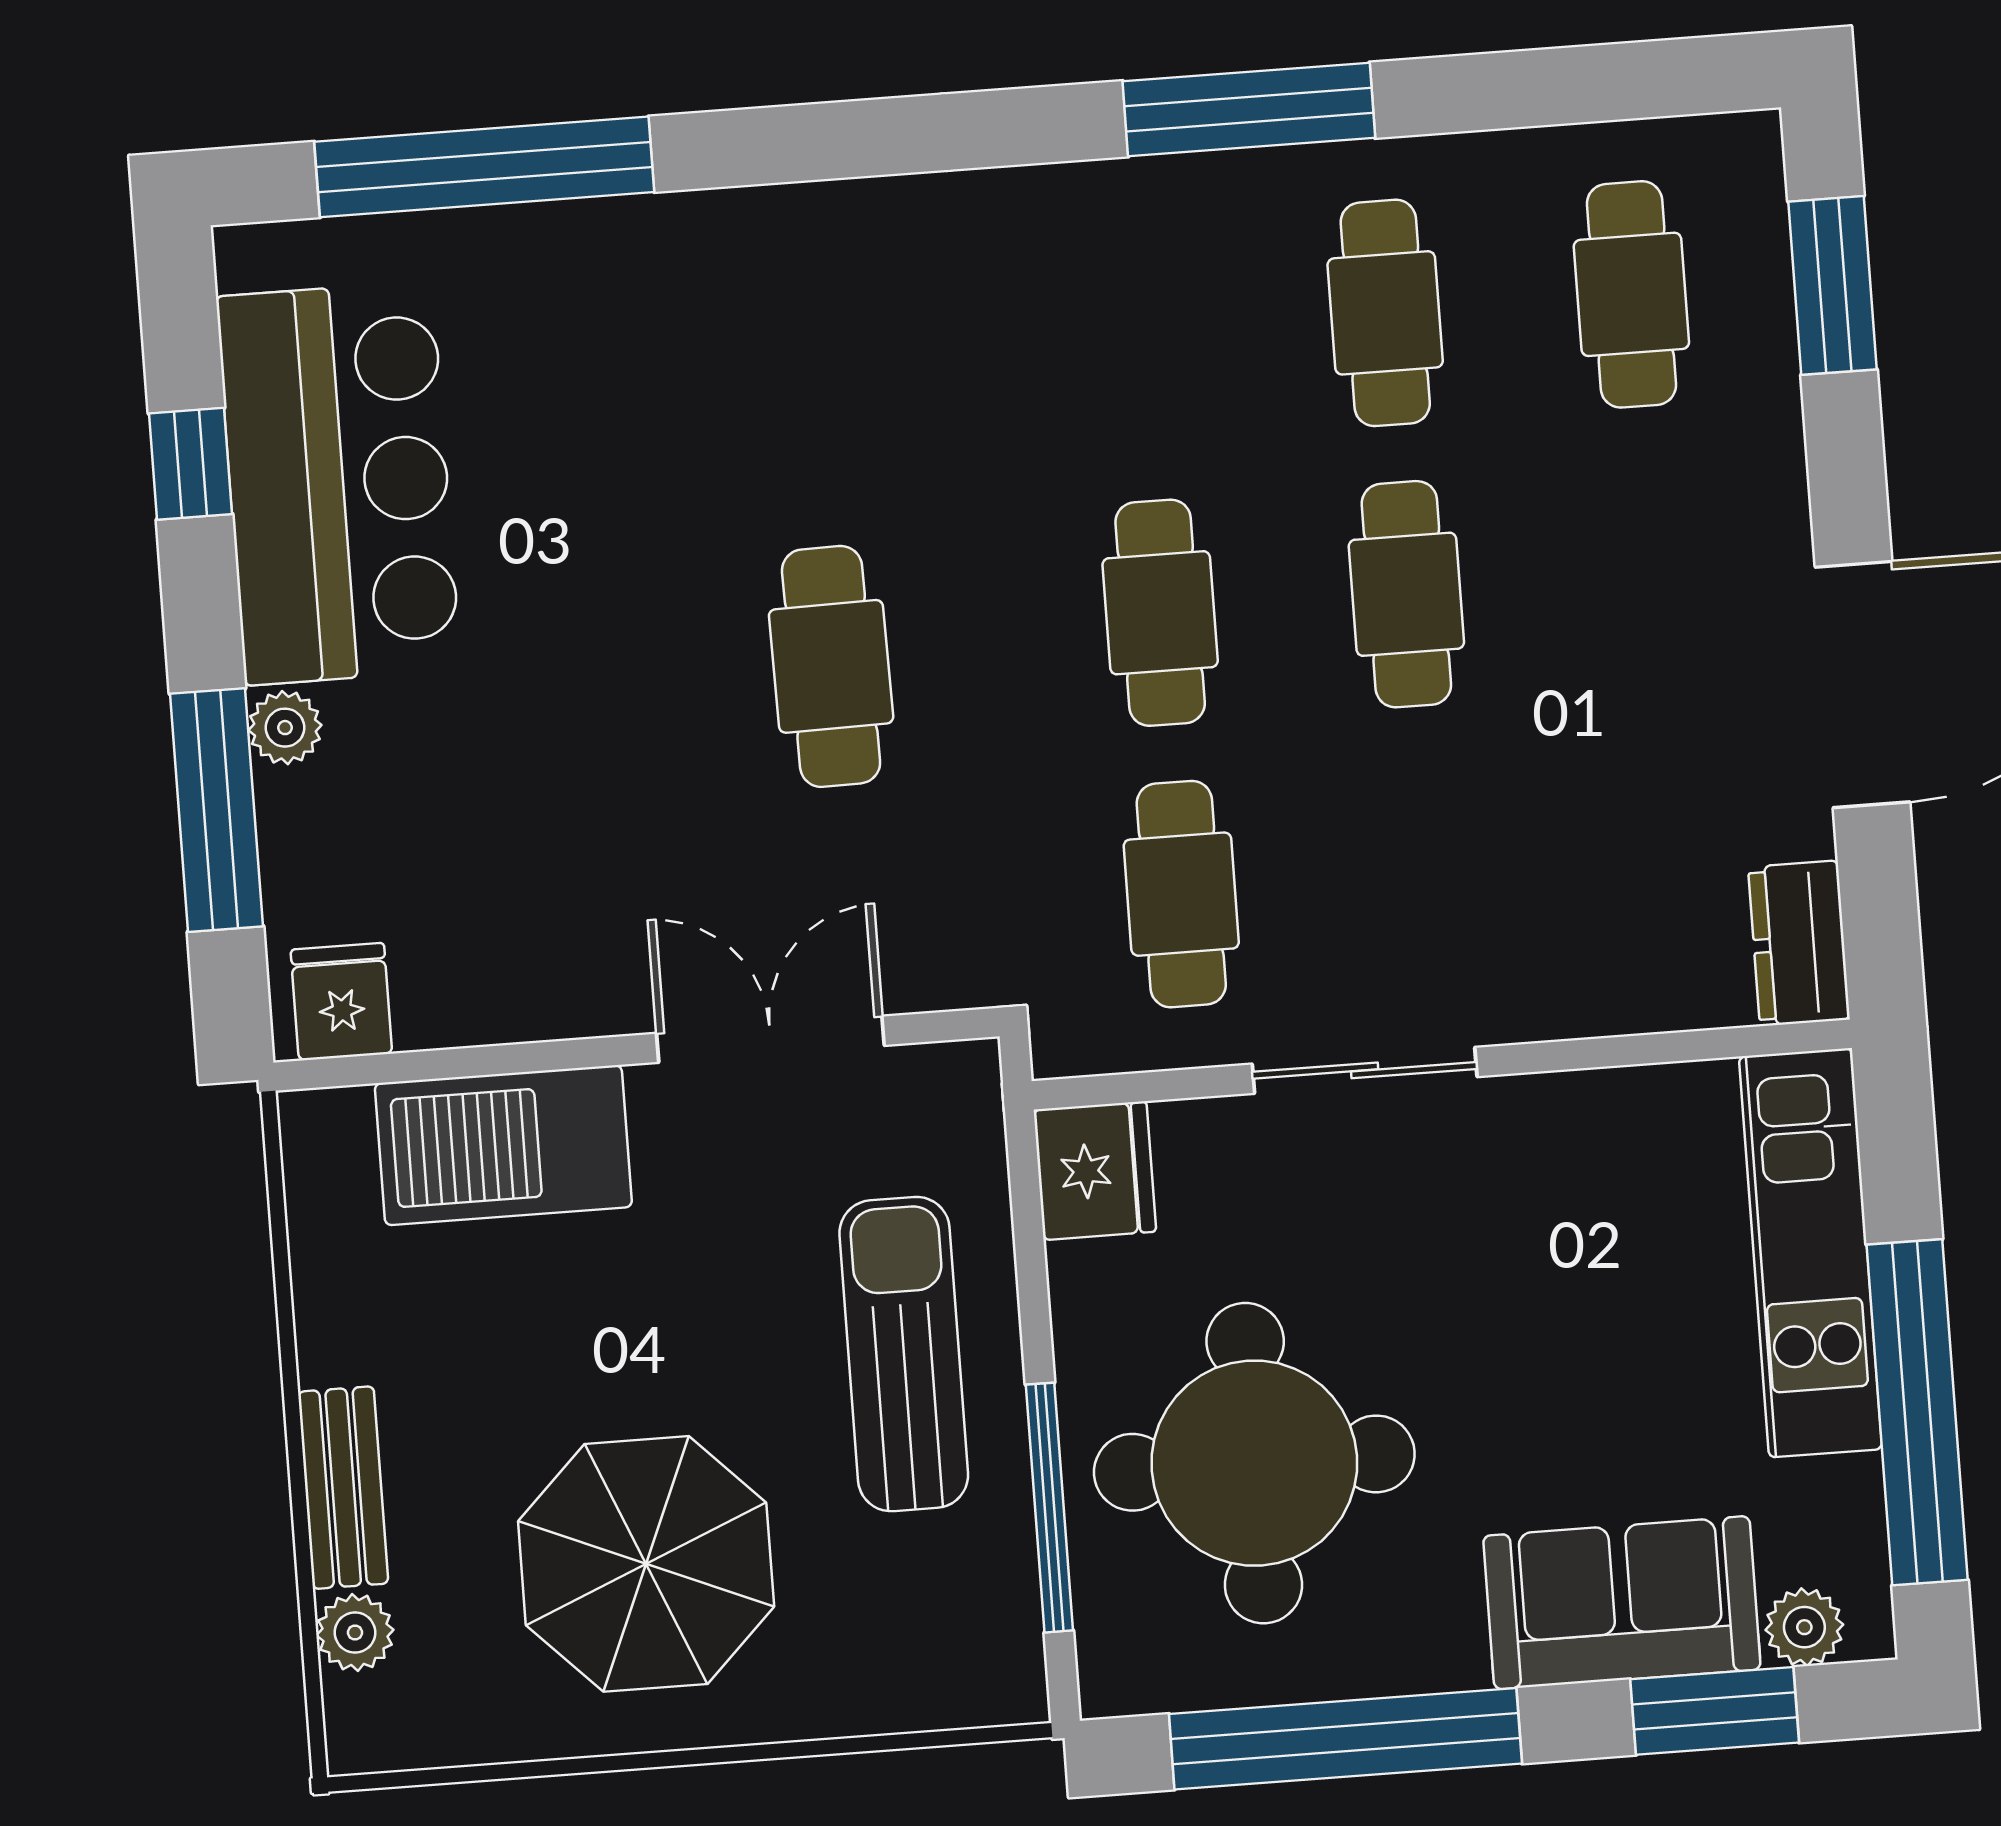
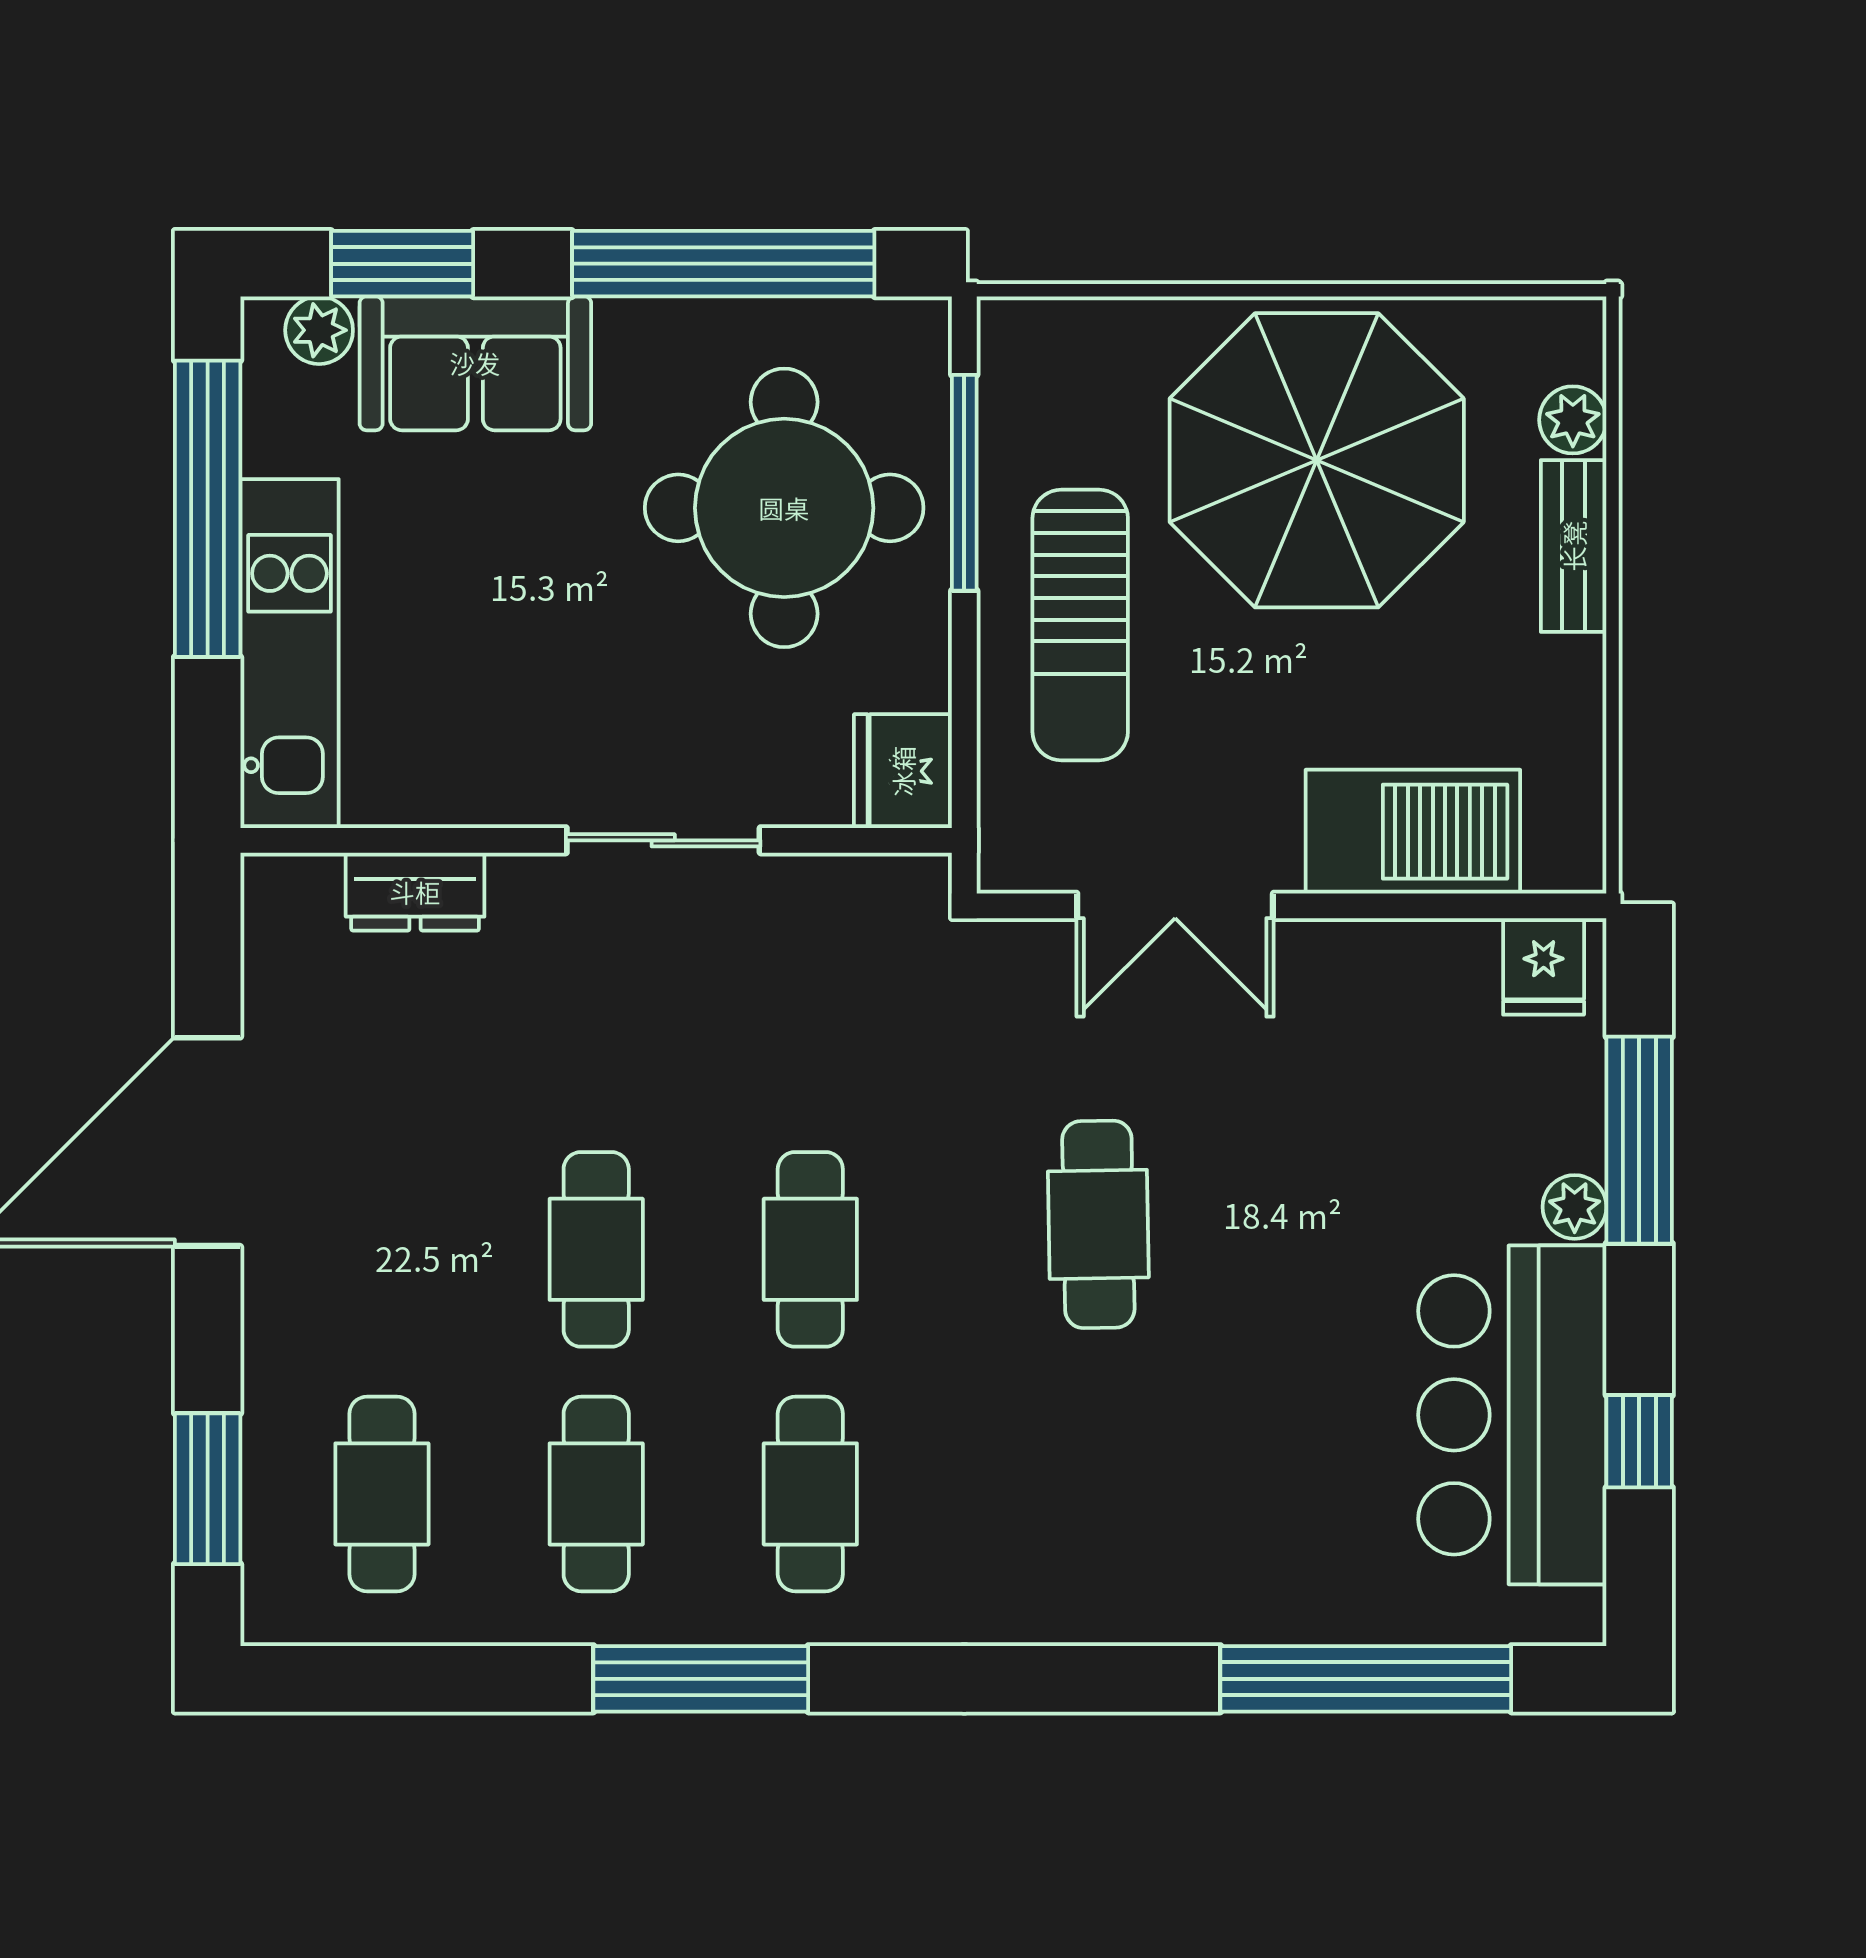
cafe table: (1181, 894) -> (810, 1494), moved
dresser: (1799, 943) -> (415, 892), moved, turned 90
parasol: (646, 1564) -> (1317, 460), width x1.36, depth x1.36

